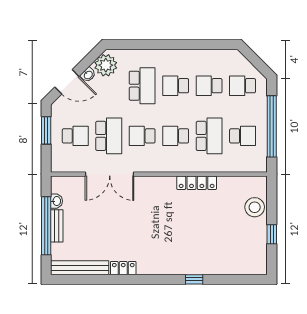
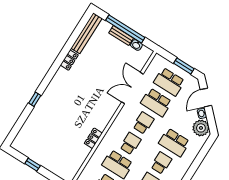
school desk: (75, 136) -> (169, 82), width x1.85
locker: (197, 183) -> (93, 138), width x0.66
stool: (255, 207) -> (56, 165), removed

